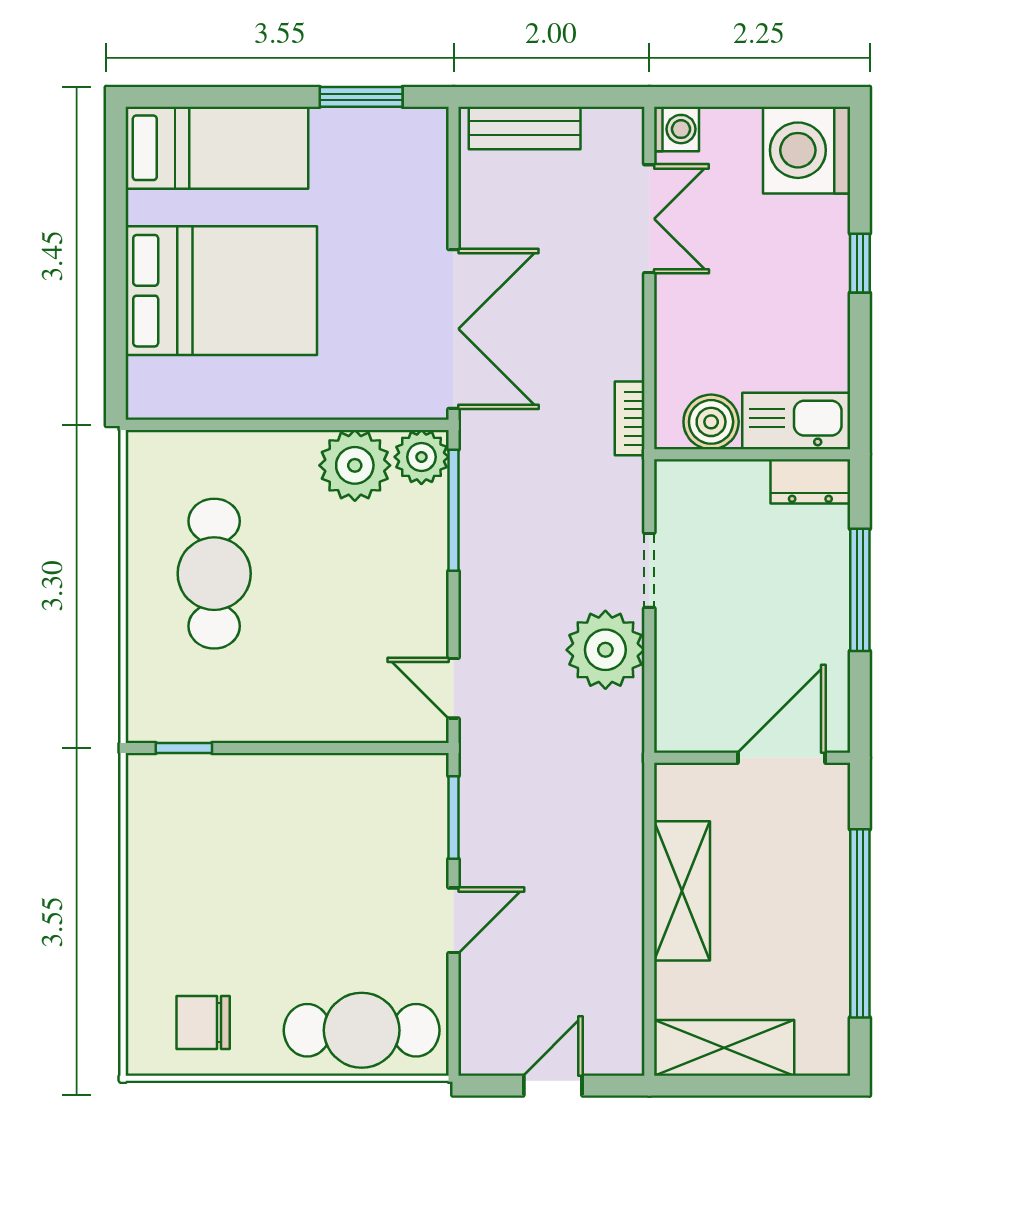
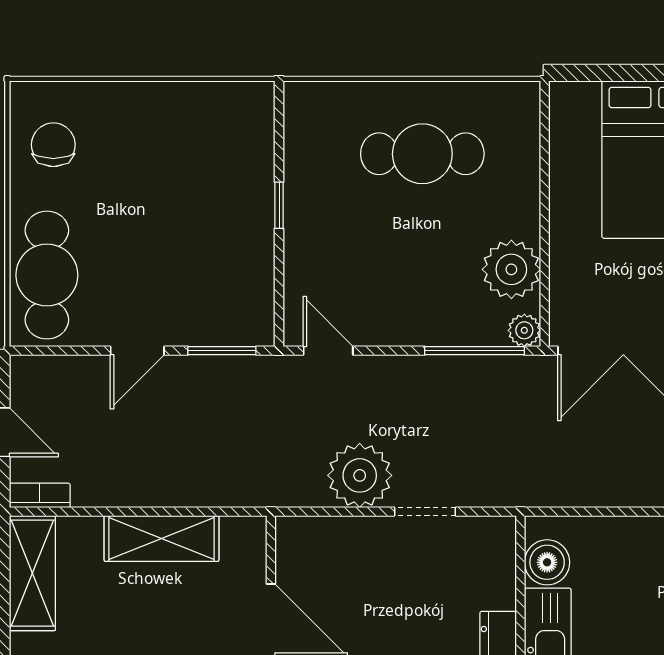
bookcase: (630, 418) -> (40, 495), moved
plant: (421, 457) -> (524, 330), width x0.73, depth x0.73
door: (454, 688) -> (328, 351), hinge flipped
window: (184, 748) -> (279, 205), moved
door: (454, 920) -> (137, 351), hinge flipped

